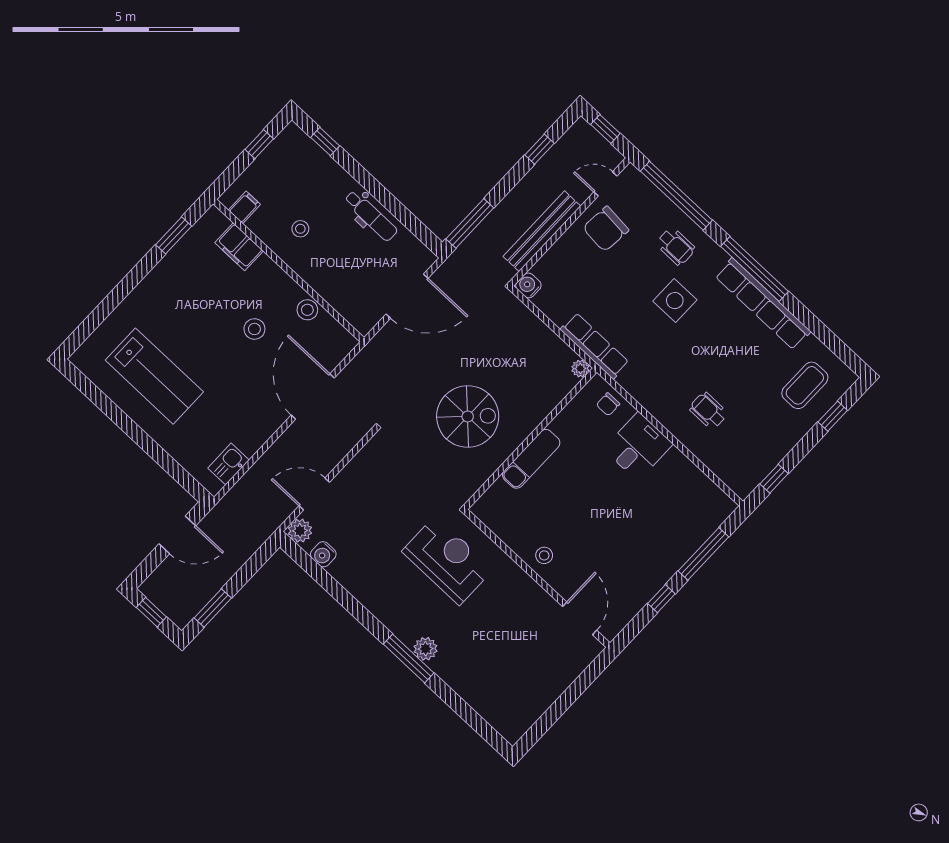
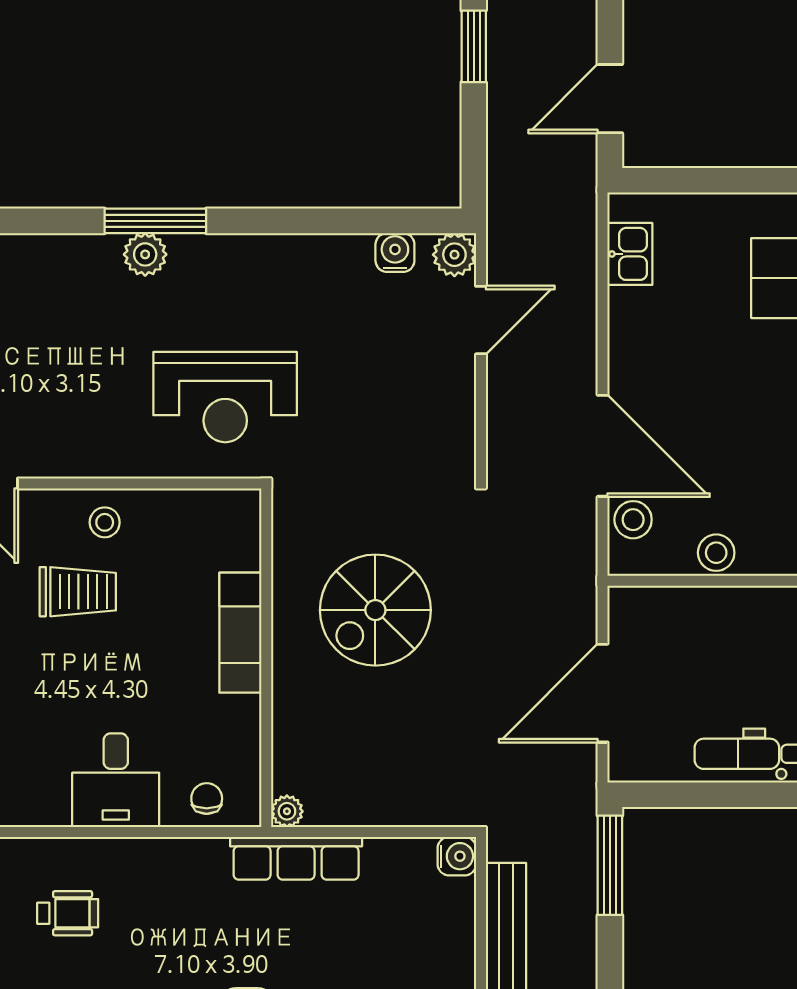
stool: (254, 329) -> (633, 520), moved
trolley: (582, 537) -> (78, 592), added

